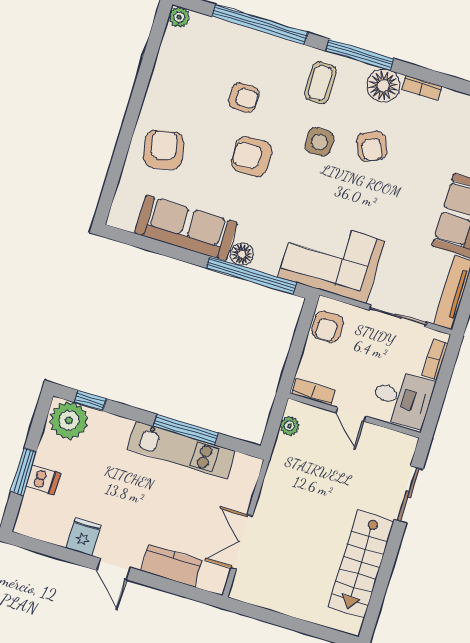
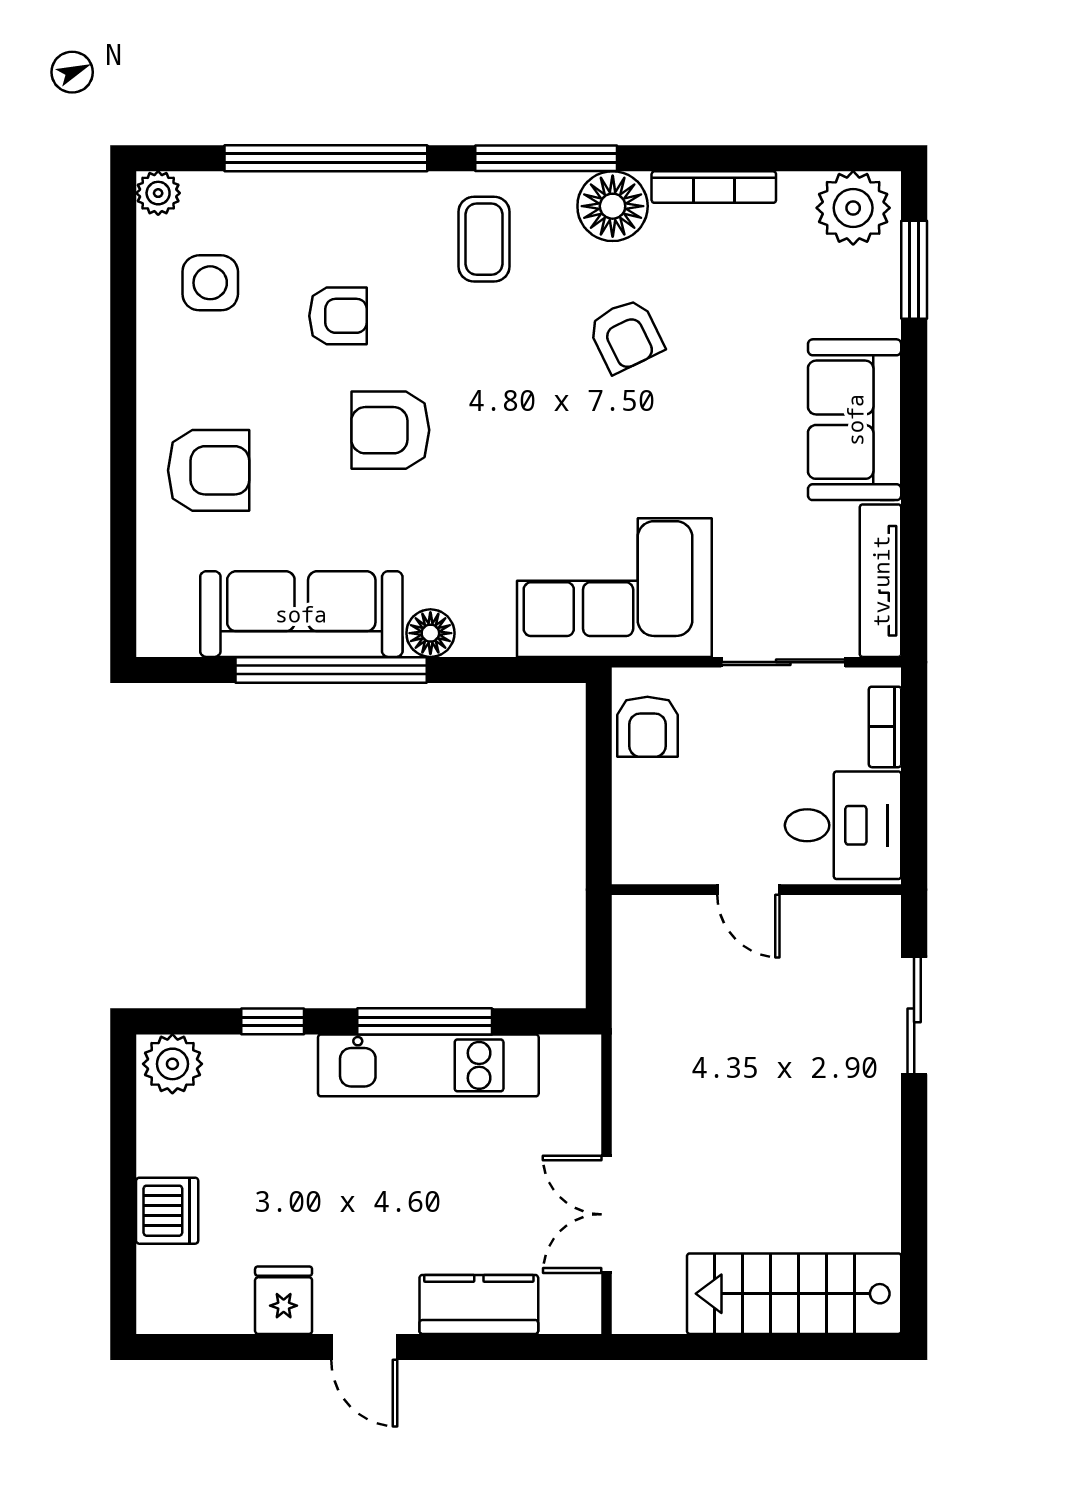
bookcase: (422, 88) -> (714, 187), width x1.56
side table: (319, 142) -> (210, 283), moved
armchair: (164, 150) -> (209, 470), turned 101
window: (251, 275) -> (331, 670), moved
bookcase: (313, 392) -> (659, 867), removed
window: (90, 401) -> (273, 1021), moved
plant: (69, 420) -> (172, 1064), width x0.73, depth x0.73
plant: (290, 426) -> (632, 950), removed
window: (24, 472) -> (123, 1206), removed
dishwasher: (43, 480) -> (167, 1211), width x1.38
stairs: (361, 564) -> (794, 1294), moved, turned 90

